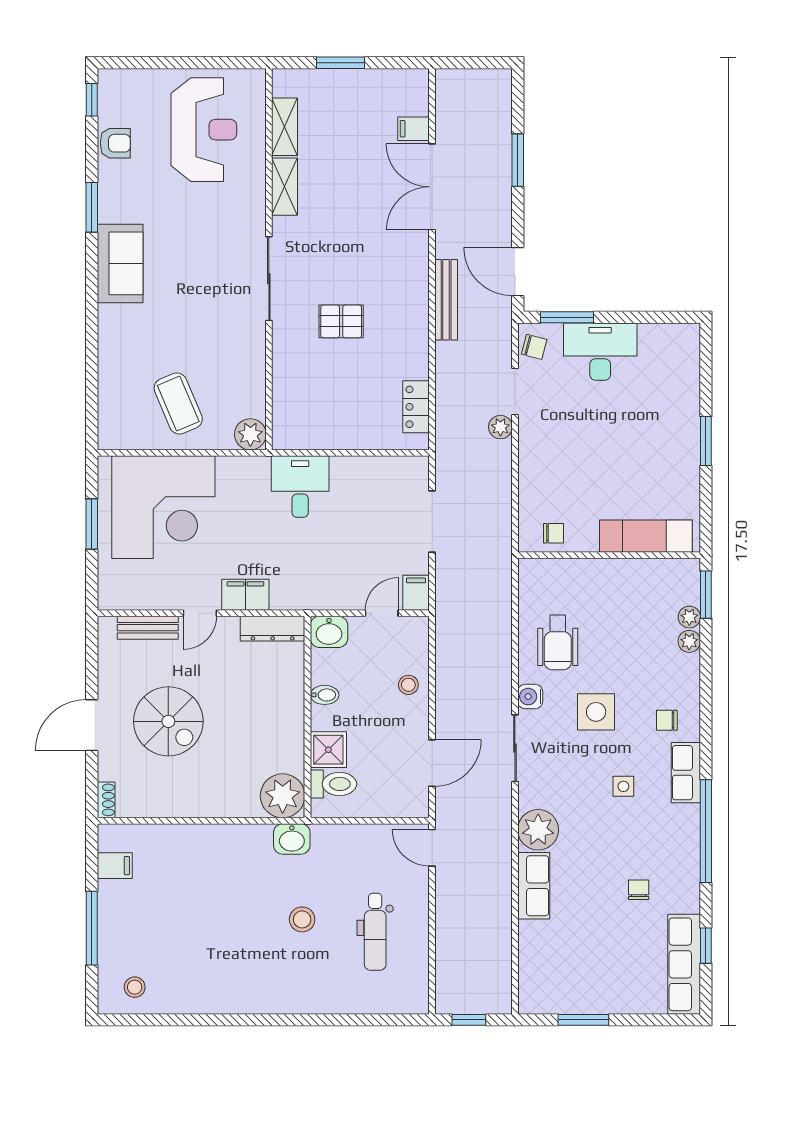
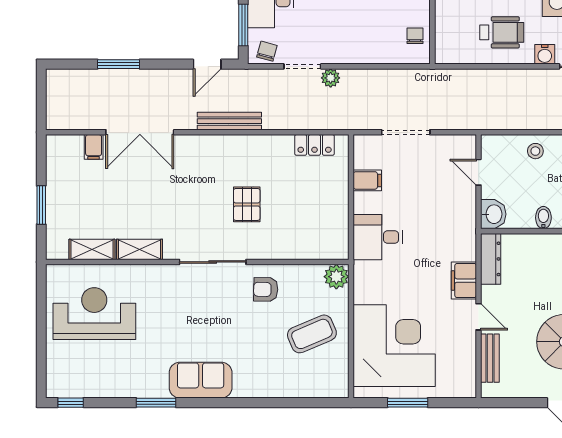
armchair: (115, 143) -> (266, 289), moved, turned -89
door: (518, 272) -> (207, 64), width x0.73
filing cabinet: (416, 593) -> (367, 180), moved, turned 180

